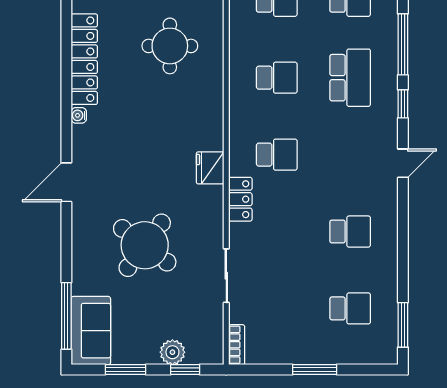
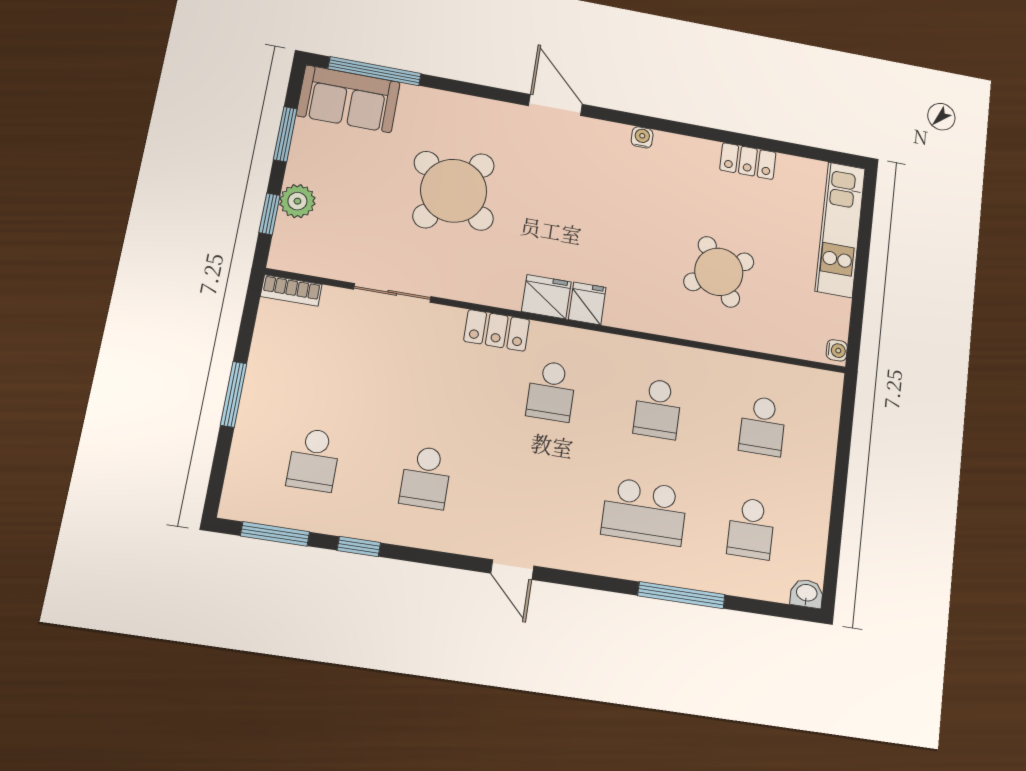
round table: (170, 46) -> (719, 272), turned -31
locker: (84, 59) -> (748, 161), width x0.46, depth x0.83
window: (403, 104) -> (359, 547), moved
fridge: (210, 138) -> (587, 303), added

